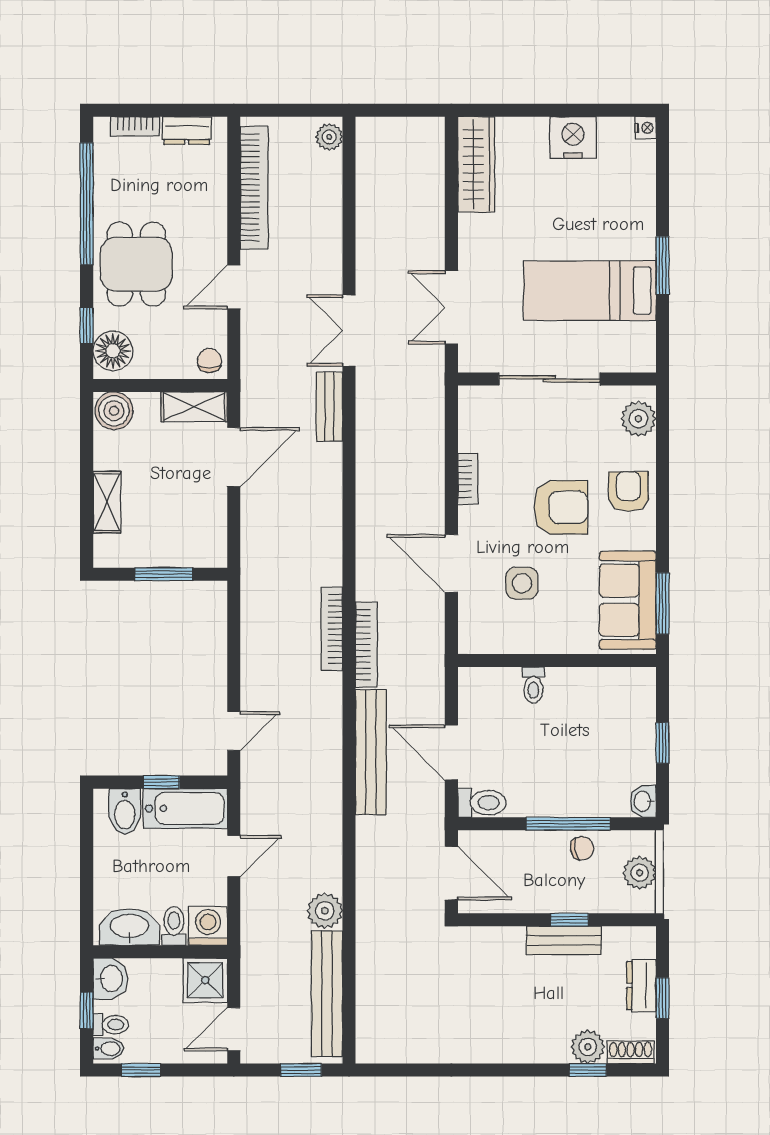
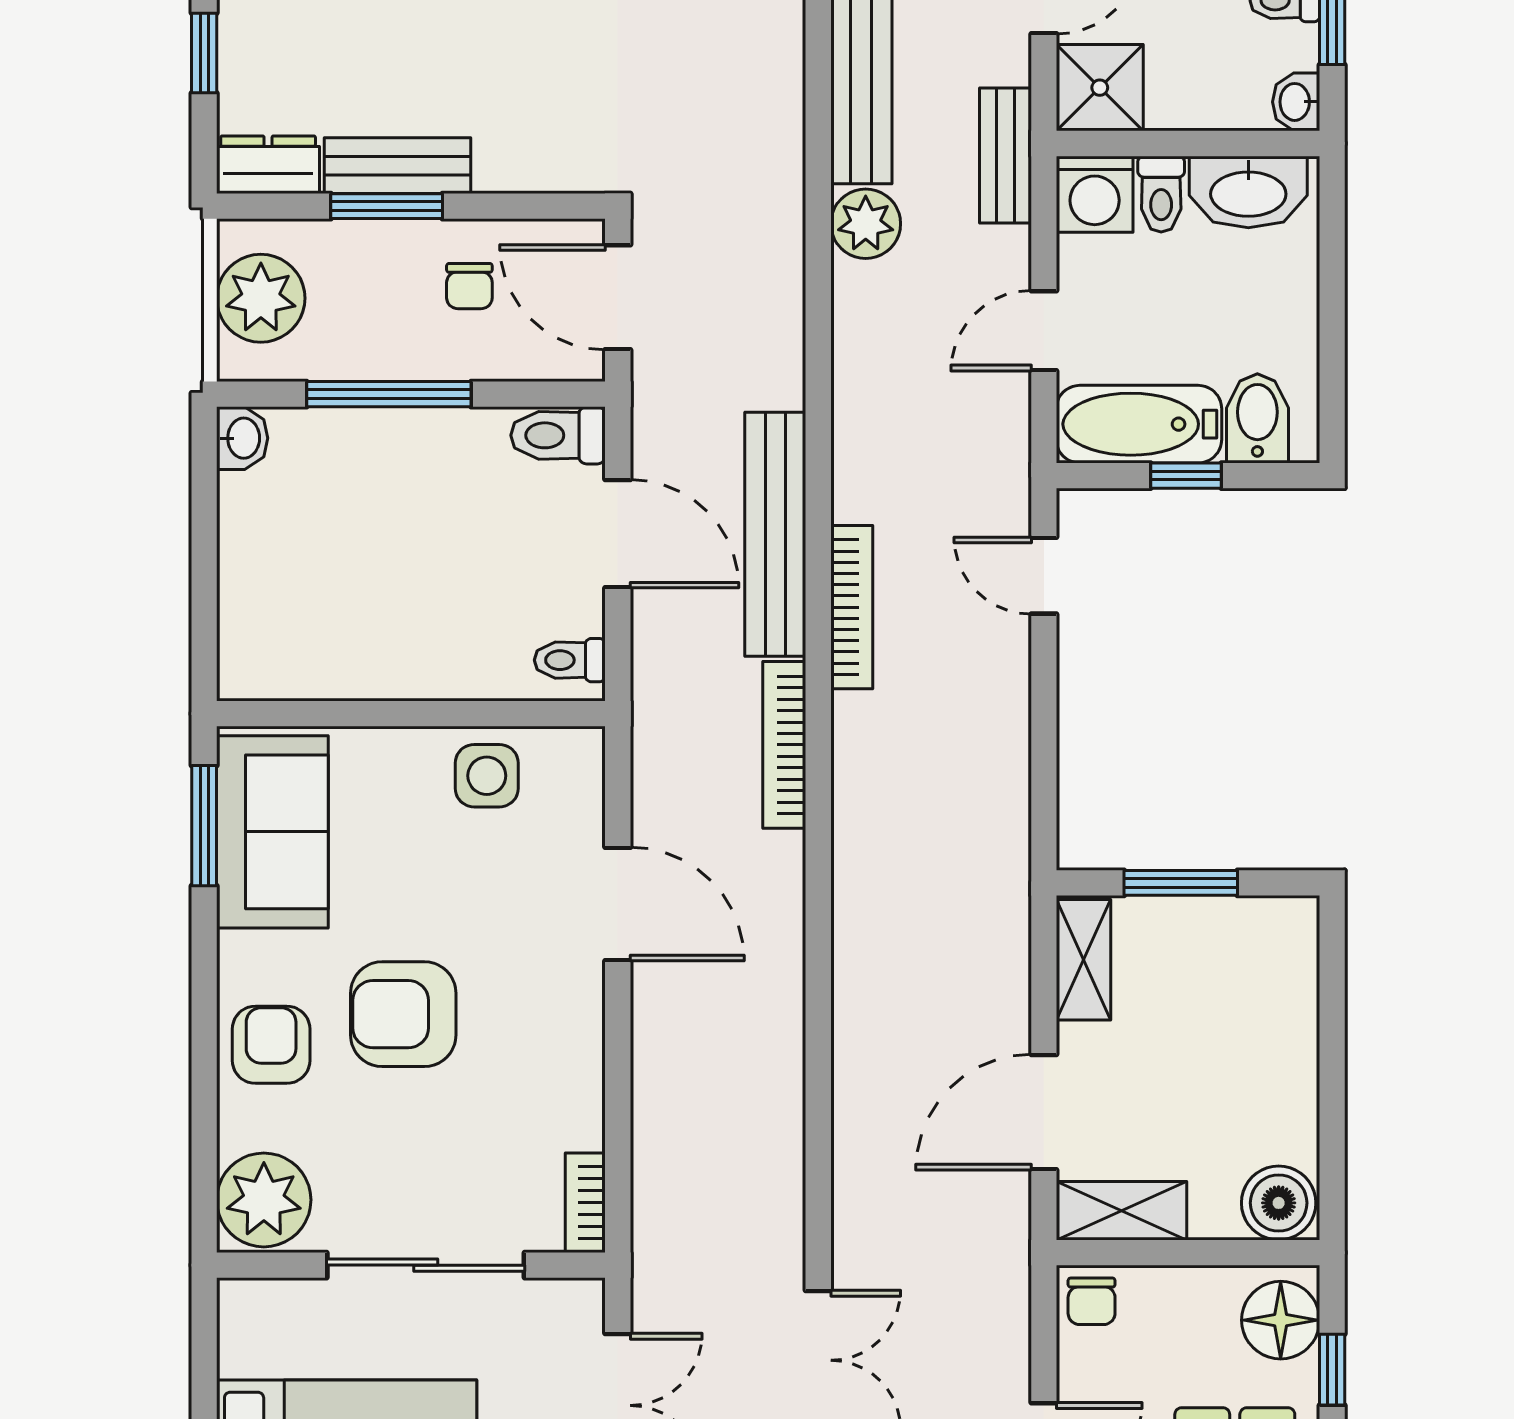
bench: (329, 407) -> (1006, 156), moved
plant: (639, 419) -> (264, 1200), width x1.36, depth x1.36
bookcase: (468, 479) -> (585, 1203), moved
armchair: (628, 492) -> (271, 1045), turned 180
shelving: (107, 502) -> (1084, 960), moved
side table: (522, 583) -> (487, 776), moved
bookcase: (332, 629) -> (852, 607), moved
toilet: (533, 685) -> (570, 660), moved, turned -90
door: (234, 731) -> (1044, 576), hinge flipped
window: (663, 743) -> (204, 553), removed
chair: (582, 848) -> (469, 286), moved, turned -81
plant: (640, 873) -> (261, 298), width x1.36, depth x1.36
window: (569, 920) -> (387, 206), width x1.50
washbasin: (110, 979) -> (1296, 102), width x0.72, depth x0.69
dresser: (641, 985) -> (268, 165), moved, turned -90

